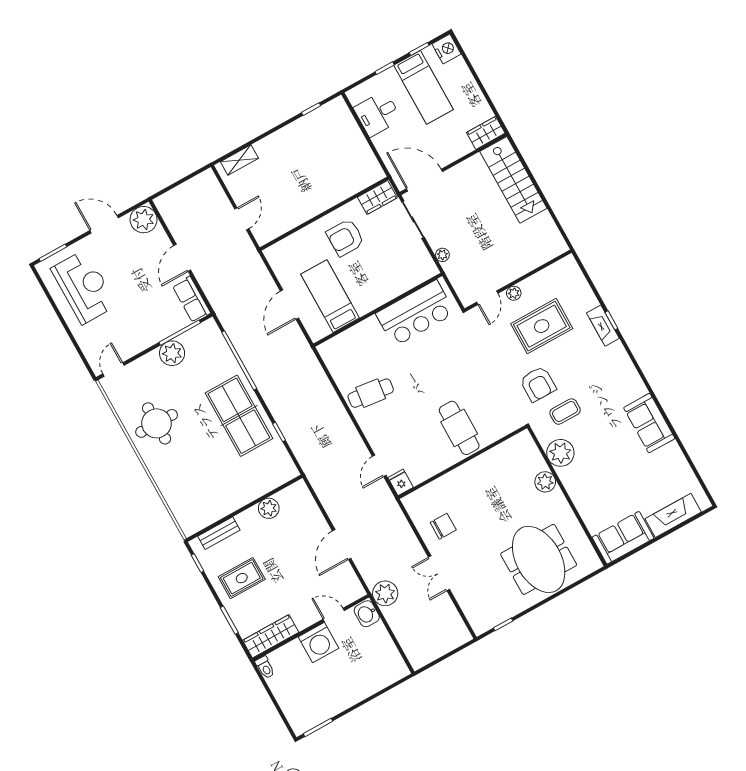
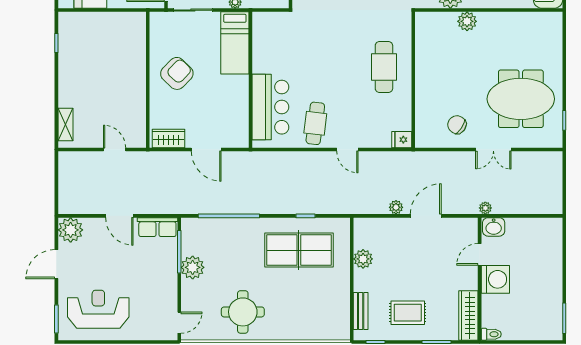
wardrobe: (377, 197) -> (169, 138), moved, turned -90
armchair: (345, 238) -> (177, 73), turned -136
bed: (330, 296) -> (235, 43), moved, turned -90
bar counter: (415, 313) -> (270, 107), moved
door: (113, 370) -> (179, 323), swing flipped
table tennis table: (239, 416) -> (299, 250), moved
cafe table: (459, 428) -> (384, 67), turned 90
door: (379, 466) -> (347, 149), moved
plant: (334, 512) -> (396, 207), added
chair: (443, 526) -> (457, 125), turned -56
door: (342, 545) -> (426, 216), swing flipped
meeting table: (539, 559) -> (521, 99), moved
rug: (242, 578) -> (408, 313), turned 90
plant: (385, 593) -> (485, 208), width x0.53, depth x0.53

